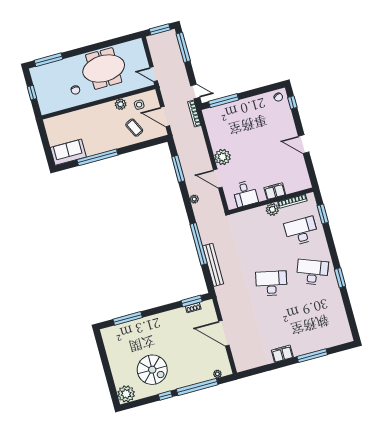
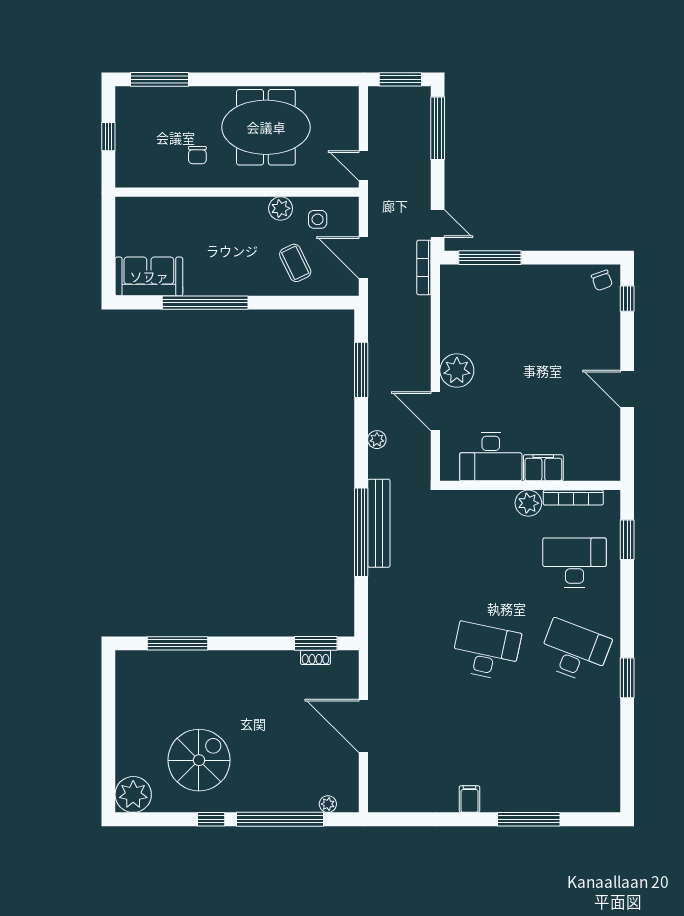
desk: (245, 194) -> (491, 457), width x1.37
bench: (213, 265) -> (379, 523), moved
filing cabinet: (282, 354) -> (469, 799), width x0.50
spiral stairs: (152, 370) -> (199, 760), turned -90

